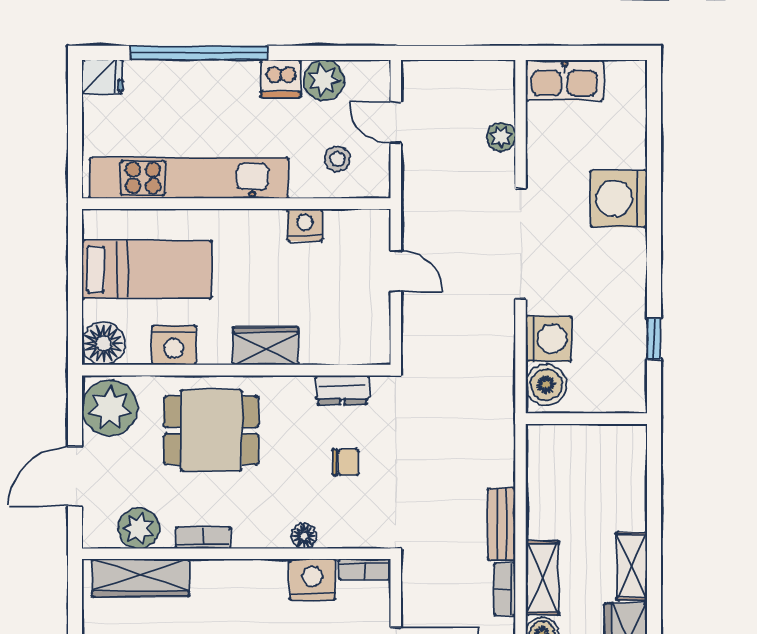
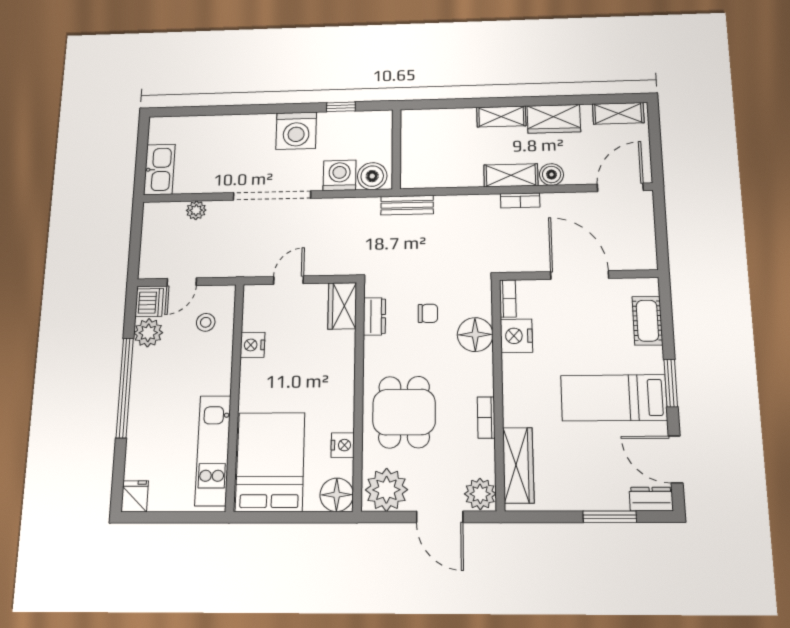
window: (199, 53) -> (125, 388), moved
dishwasher: (281, 79) -> (149, 302), moved
kitchen unit: (189, 178) -> (213, 450), width x0.73
washing machine: (619, 199) -> (296, 131), moved
bed: (147, 270) -> (270, 462), width x1.50
nightstand: (174, 345) -> (343, 445), width x0.74, depth x0.75
wardrobe: (266, 346) -> (342, 306), moved
chair: (345, 462) -> (428, 313), turned 90
bench: (502, 524) -> (407, 205), moved
plant: (139, 528) -> (480, 494), moved
floor lamp: (304, 536) -> (475, 335), width x1.89, depth x1.89

